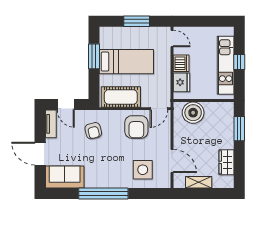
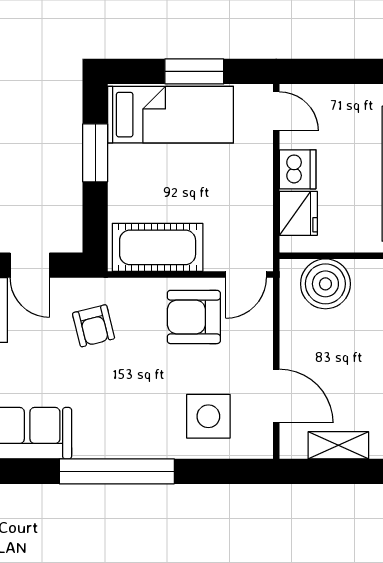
bed: (126, 62) -> (171, 115), moved
armchair: (136, 127) -> (194, 317), turned 90

